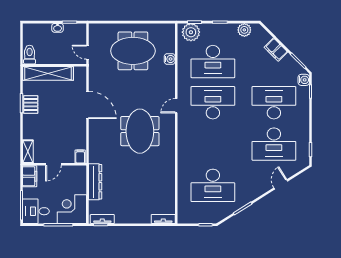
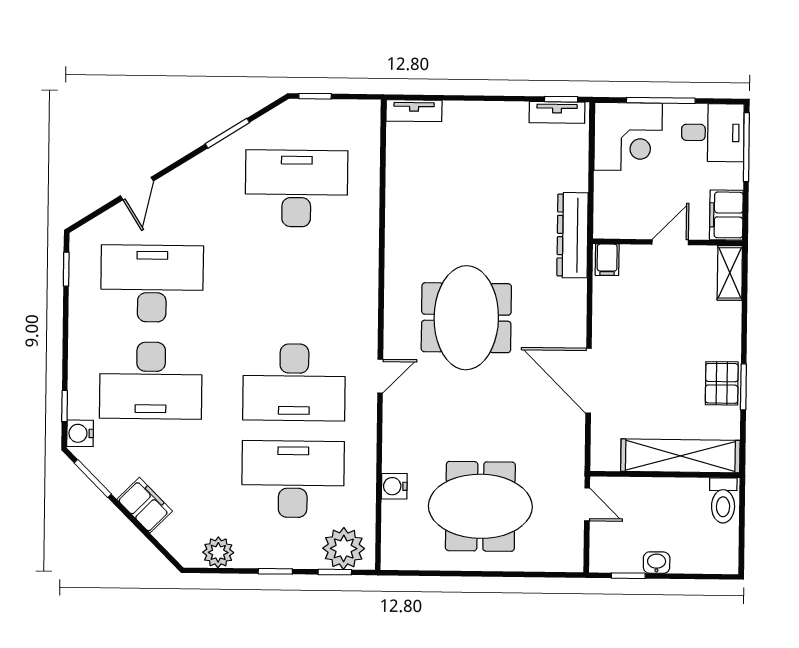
dresser: (95, 182) -> (572, 235), moved

